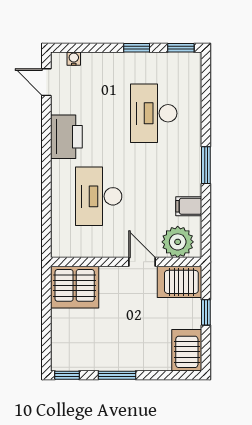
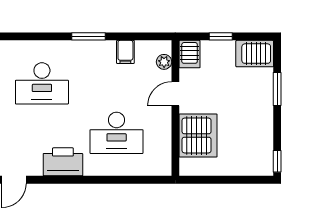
plant: (178, 242) -> (164, 62), width x0.53, depth x0.53
server rack: (180, 282) -> (190, 54), width x0.73, depth x0.70
server rack: (75, 287) -> (198, 135), moved
window: (117, 375) -> (277, 89), moved

